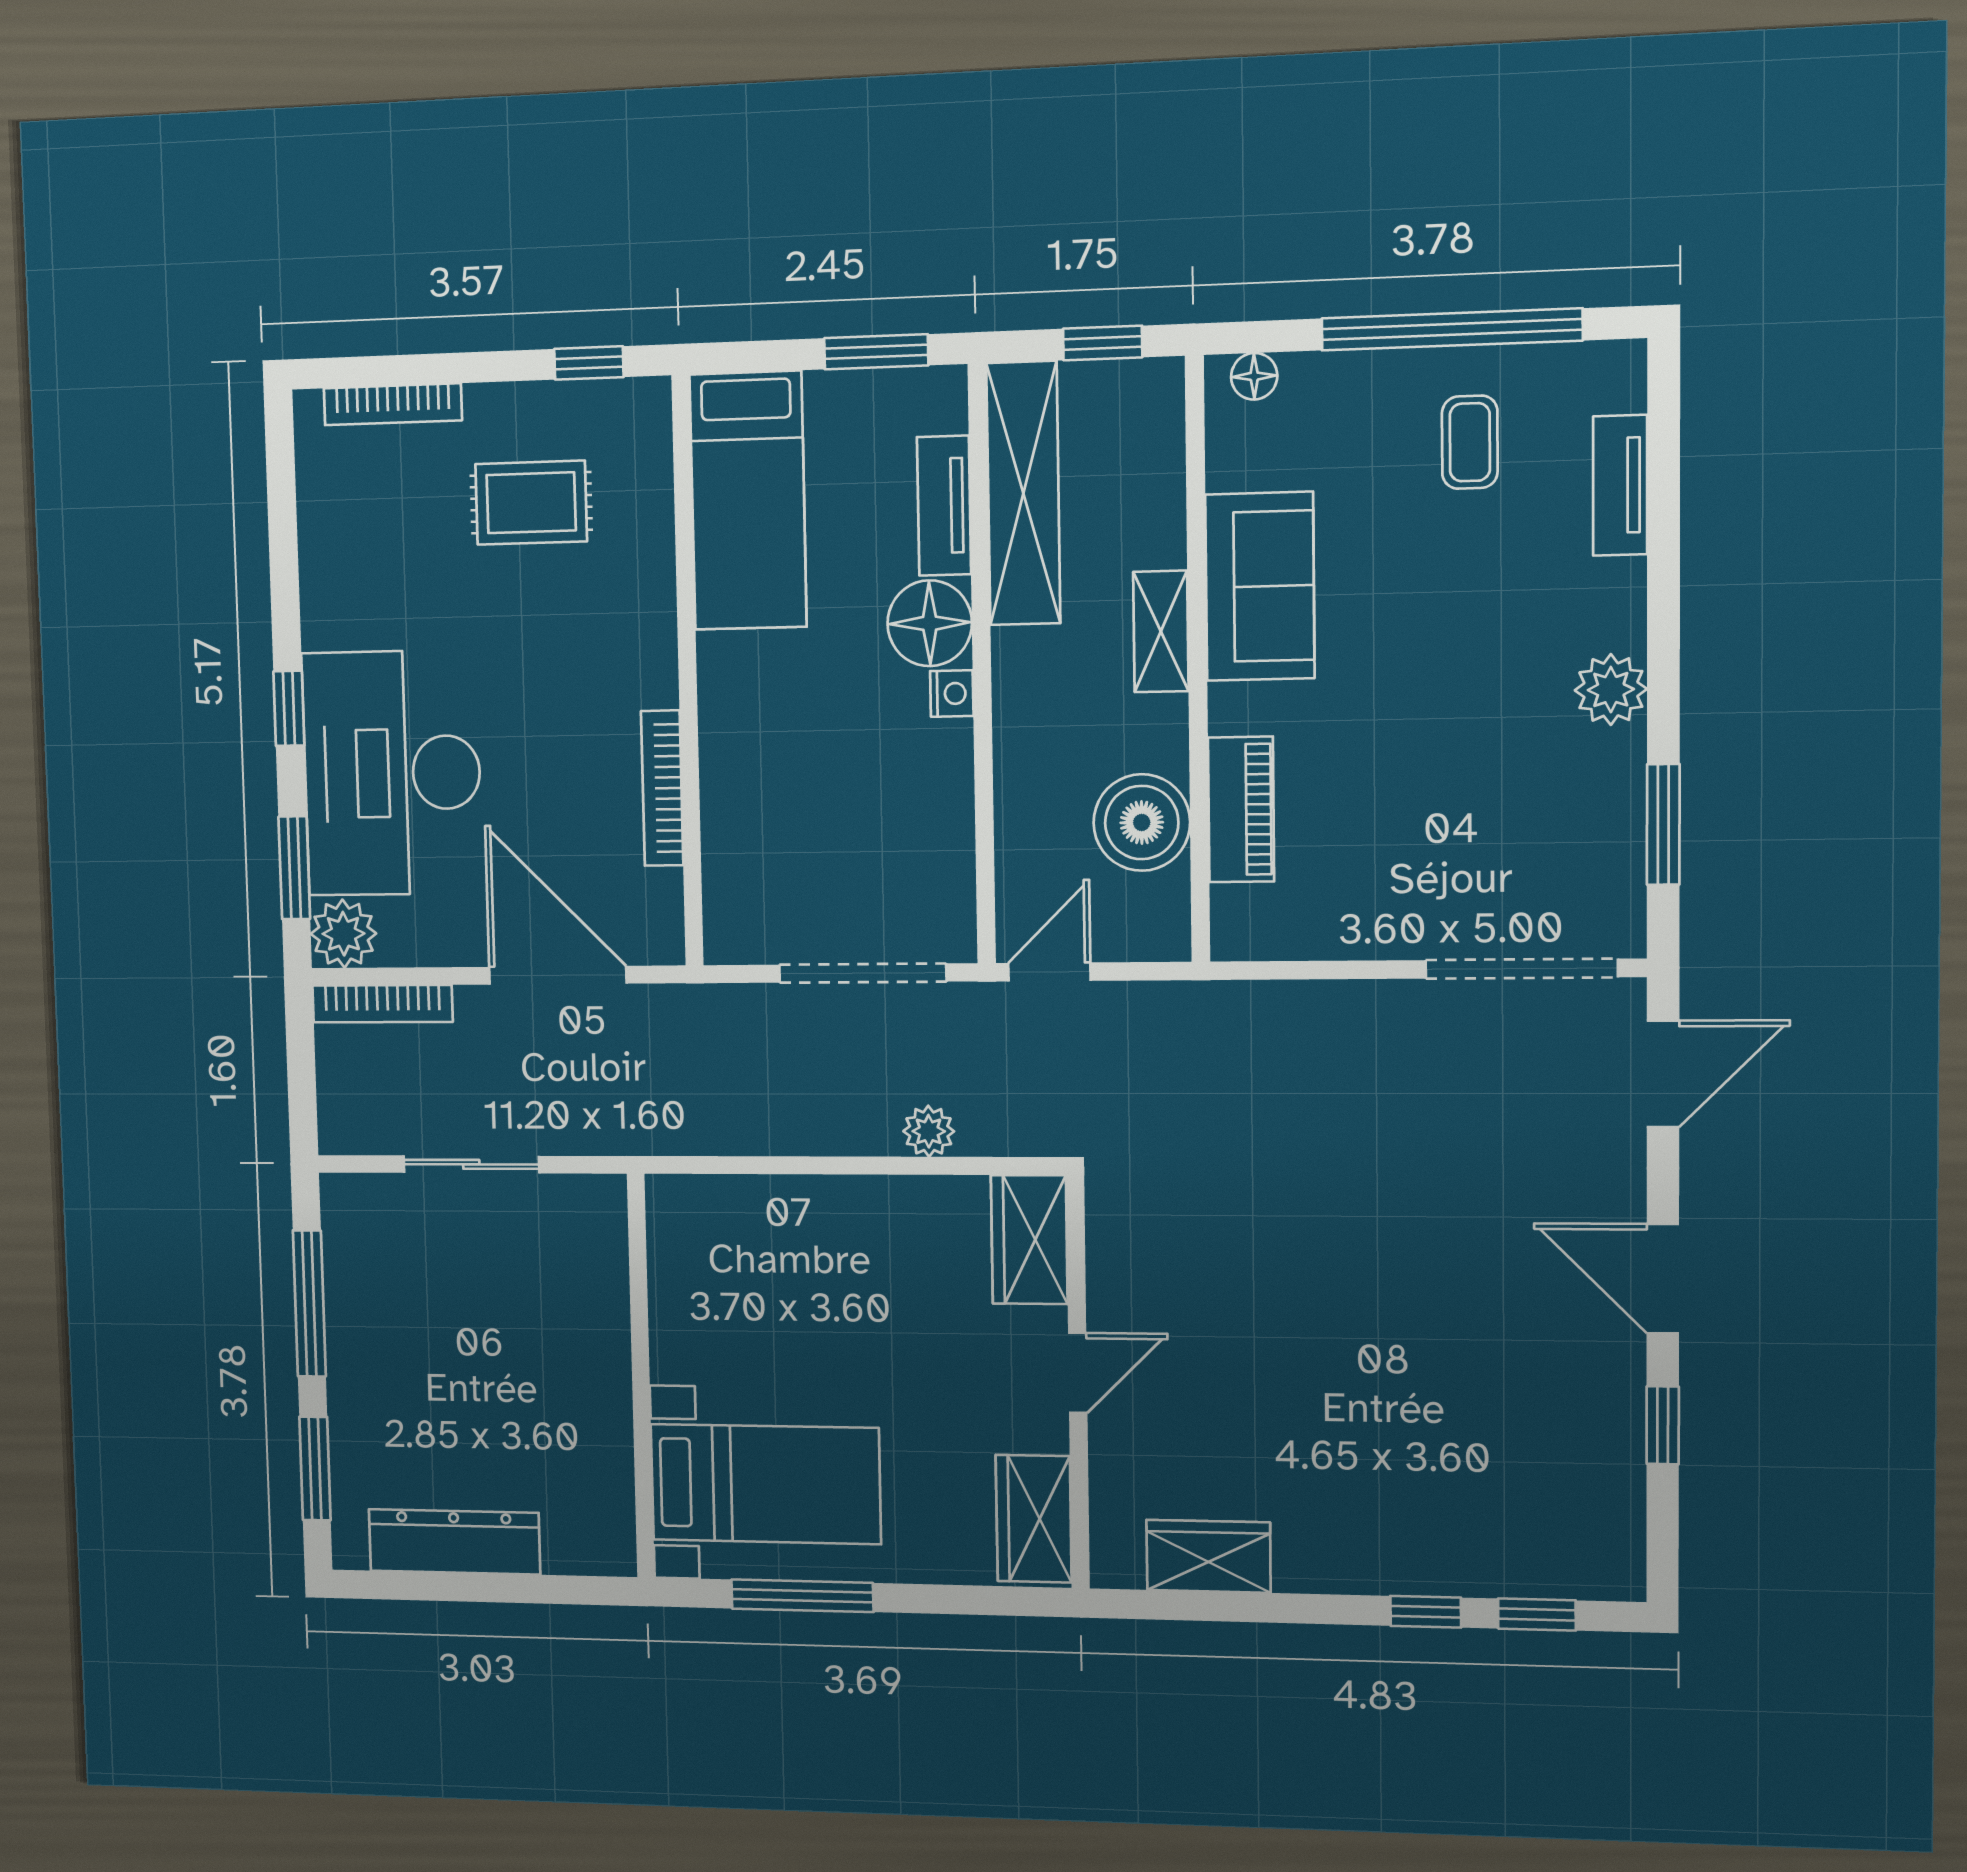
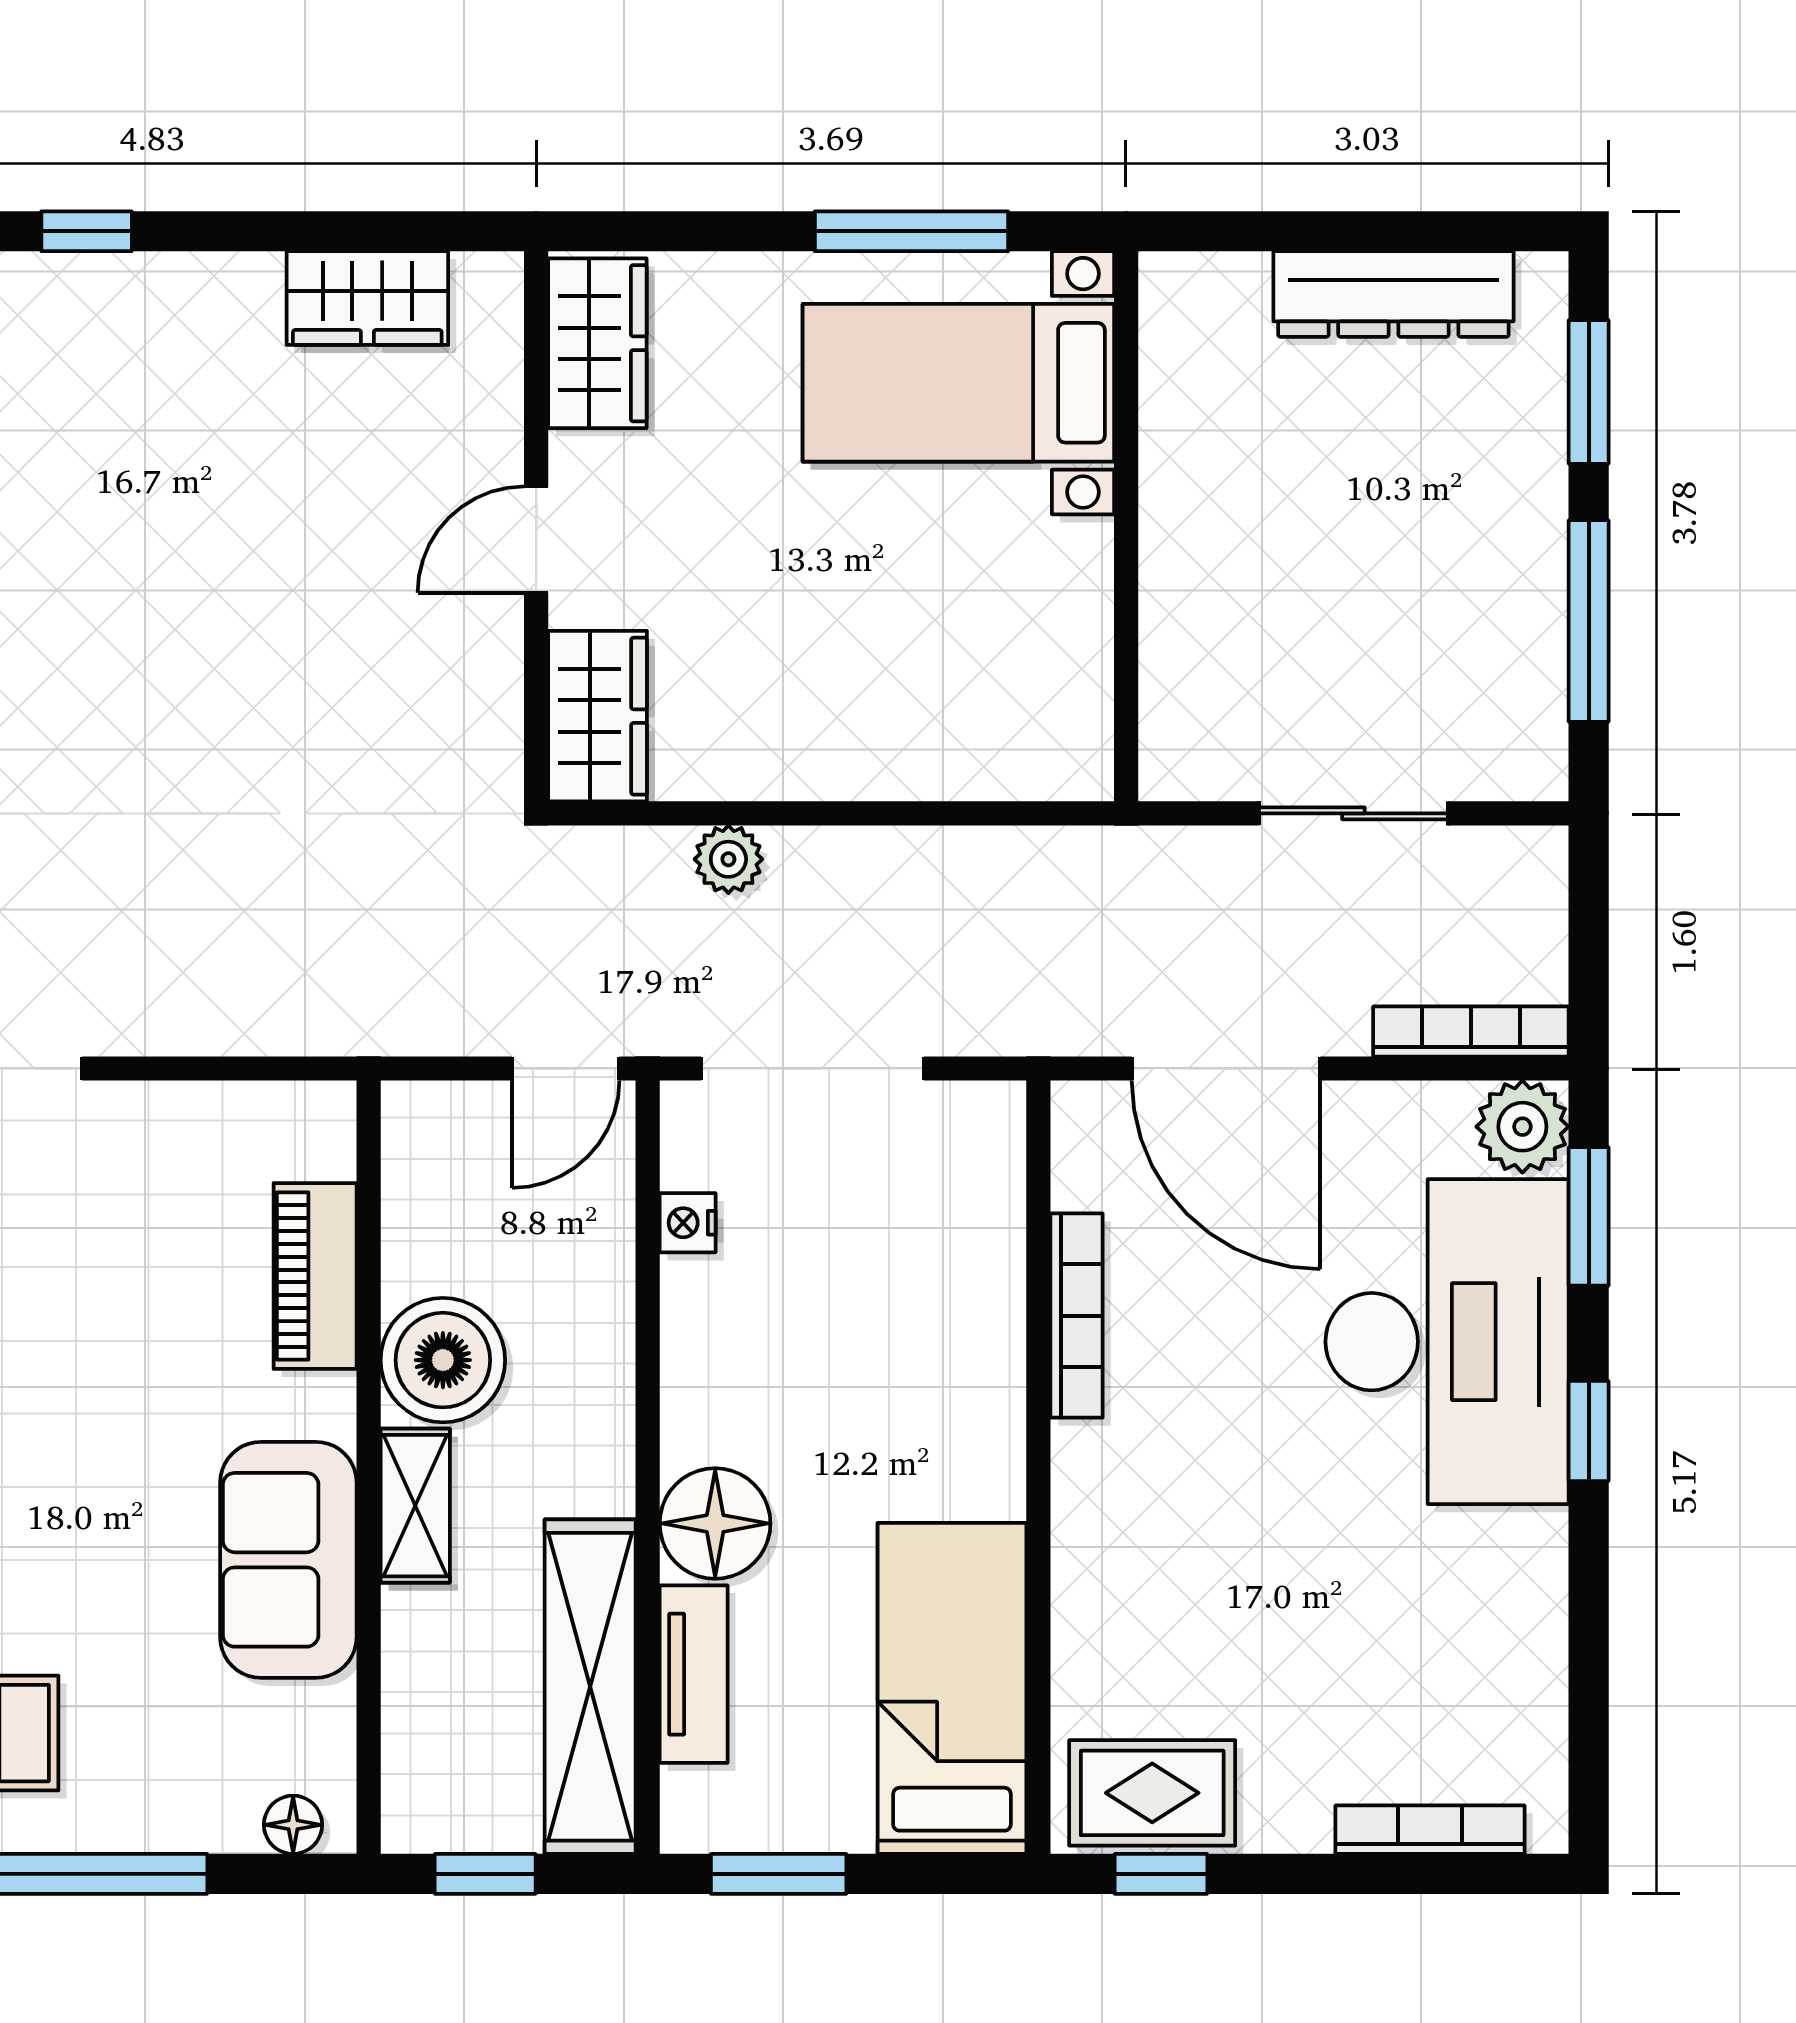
rug: (531, 503) -> (1152, 1793), moved
nightstand: (952, 693) -> (688, 1223), moved
boiler: (1142, 822) -> (443, 1360), moved

